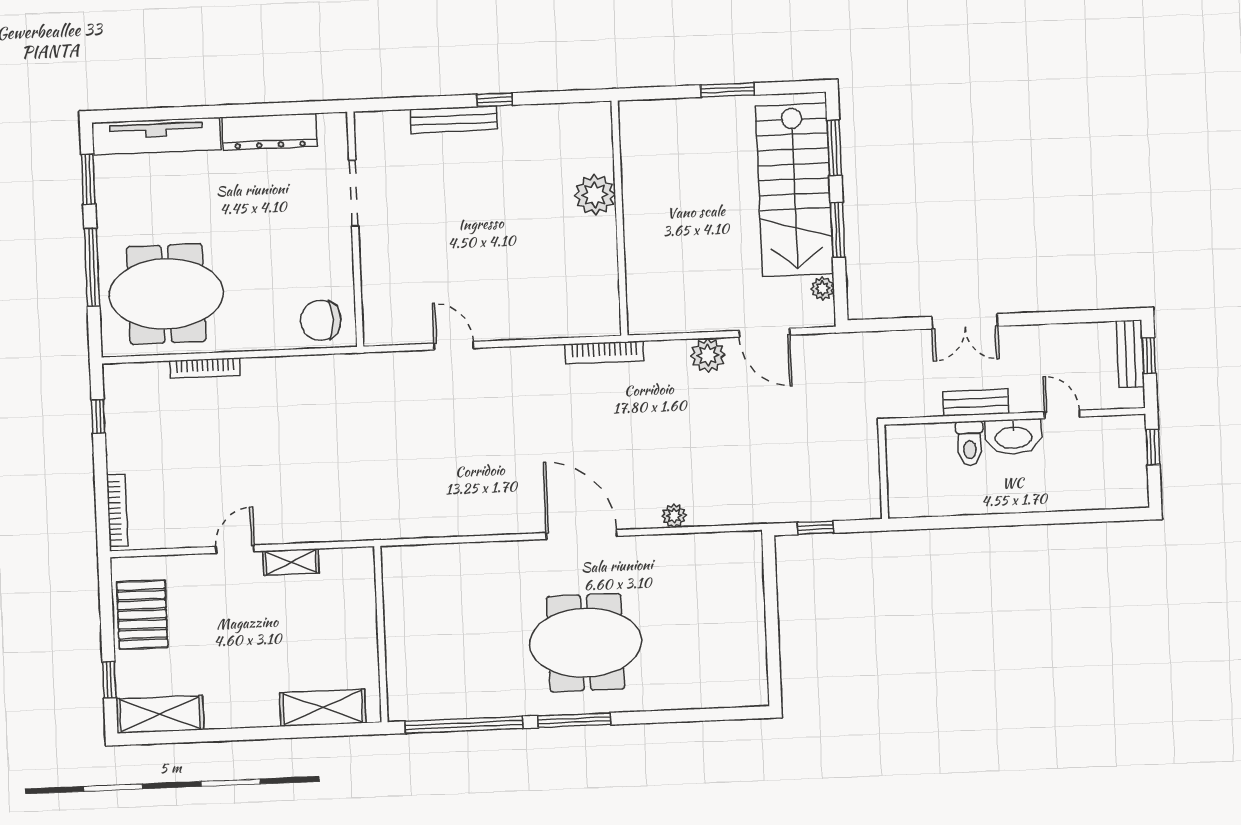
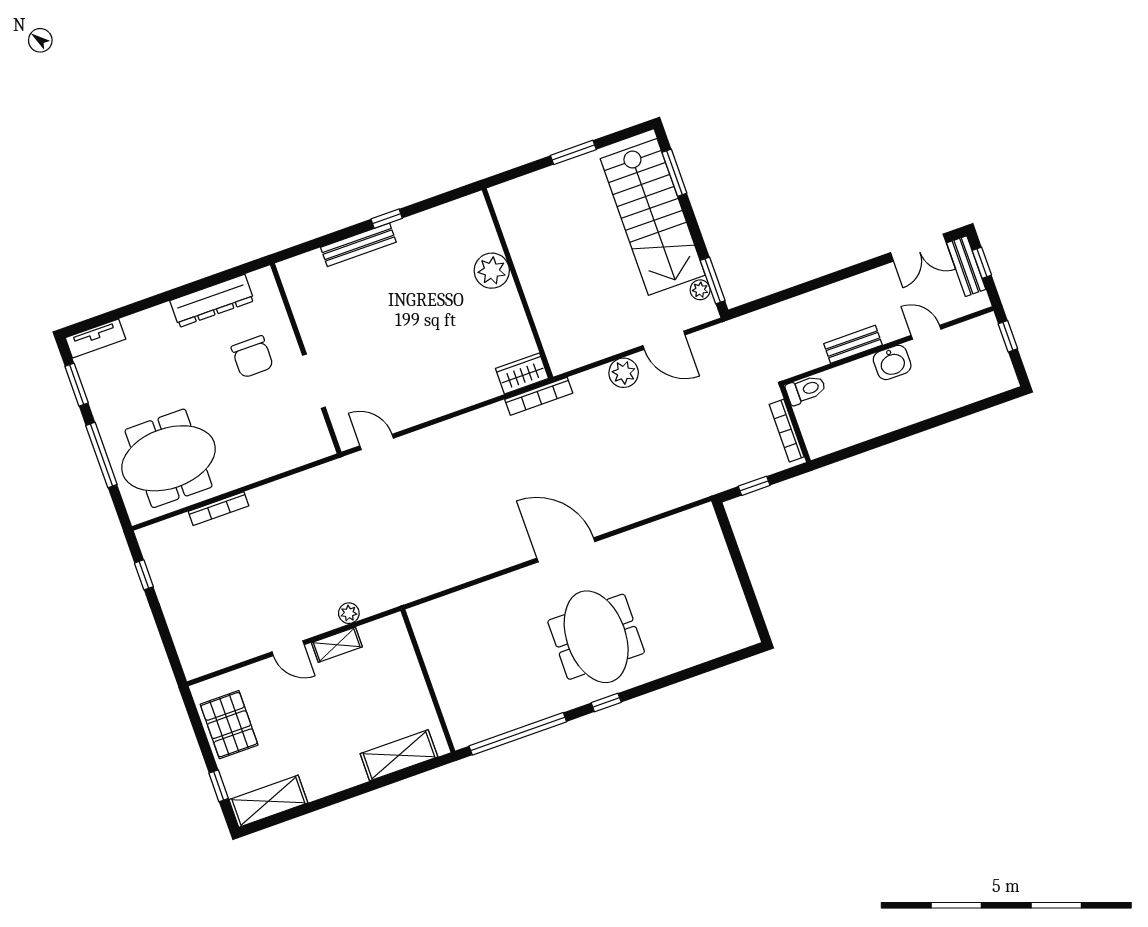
tv unit: (156, 136) -> (96, 338), width x0.52, depth x0.78
doorway: (354, 193) -> (314, 381), moved
window: (838, 230) -> (713, 281), moved
chair: (321, 320) -> (252, 357), moved, turned -90
wardrobe: (593, 321) -> (522, 373), added
double door: (965, 321) -> (918, 248), moved
door: (454, 346) -> (377, 442), moved
washbasin: (1013, 437) -> (892, 362), width x0.72
toilet: (970, 443) -> (806, 390), moved, turned -90
bookcase: (117, 510) -> (787, 431), moved, turned 180
plant: (674, 516) -> (349, 613), moved
door: (235, 549) -> (288, 648), swing flipped
meeting table: (586, 643) -> (596, 637), turned 90
window: (574, 720) -> (606, 702), width x0.46

